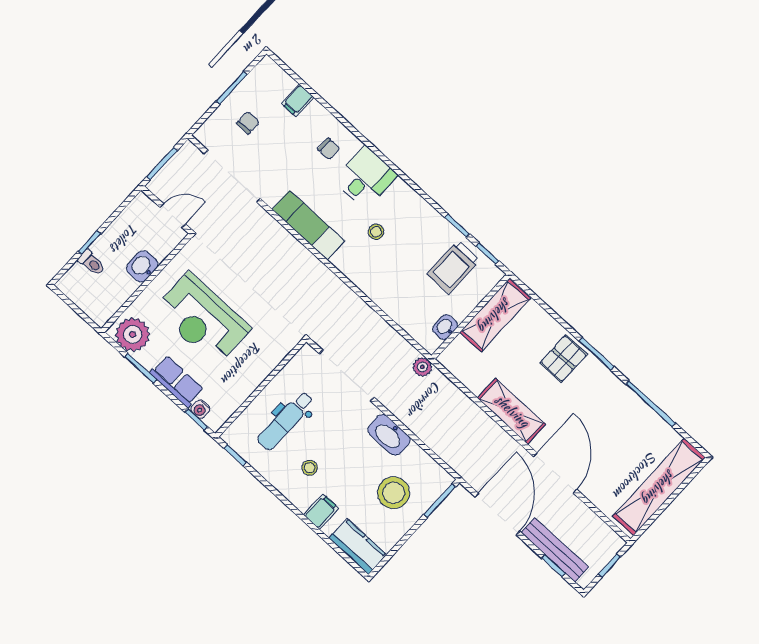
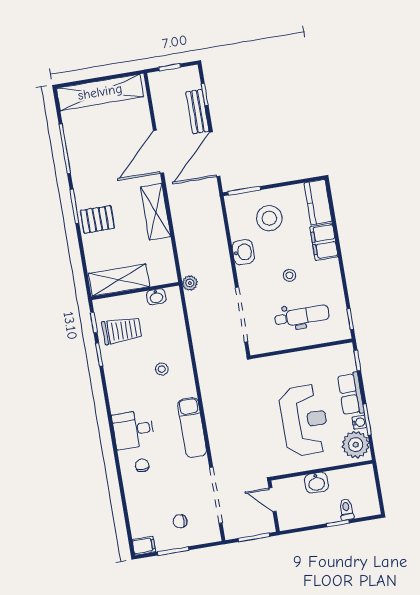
filing cabinet: (298, 100) -> (144, 546), moved
stool: (376, 232) -> (162, 369), moved
water cooler: (200, 409) -> (359, 422), moved
washbasin: (389, 435) -> (243, 252), width x0.72
stool: (310, 468) -> (289, 275), moved
filing cabinet: (321, 511) -> (324, 242), width x2.00
bench: (555, 550) -> (197, 112), width x0.73

